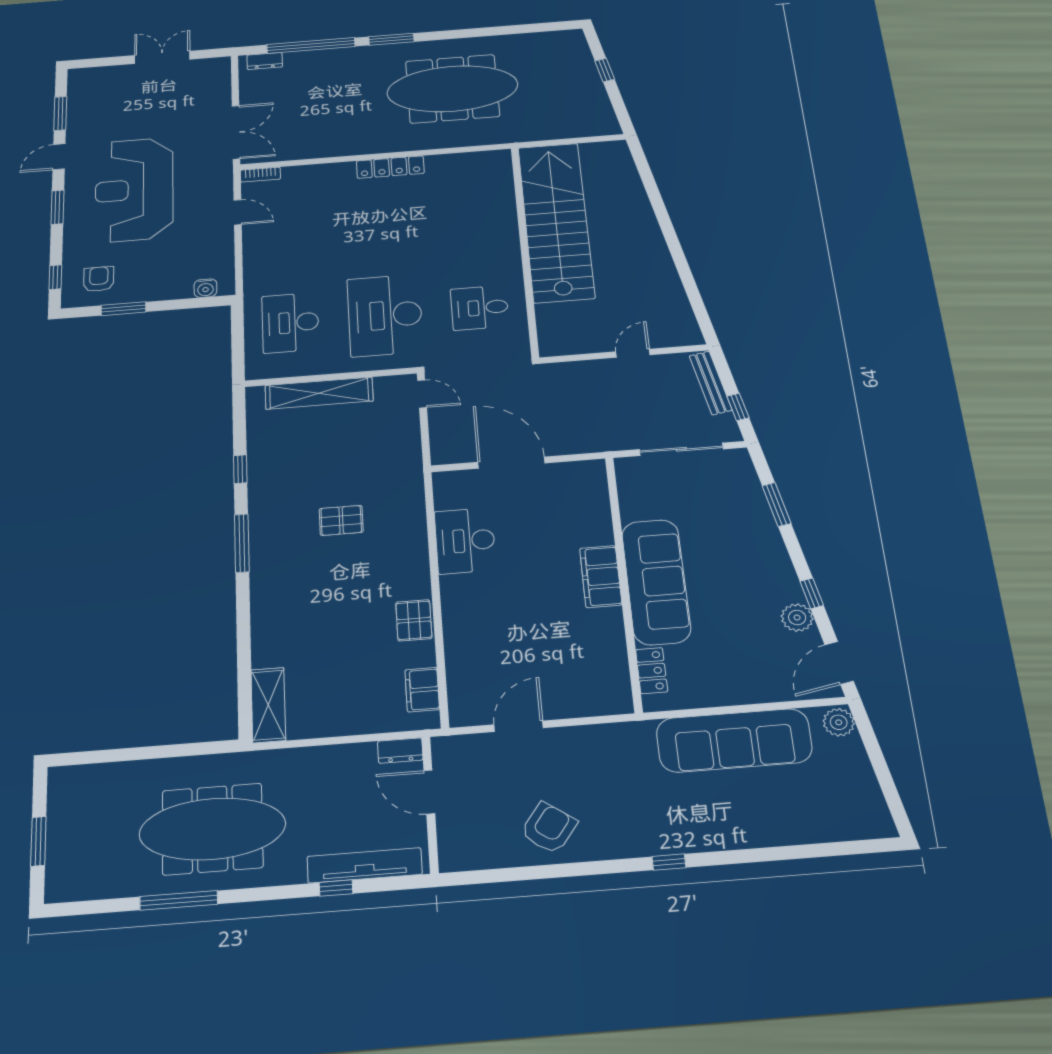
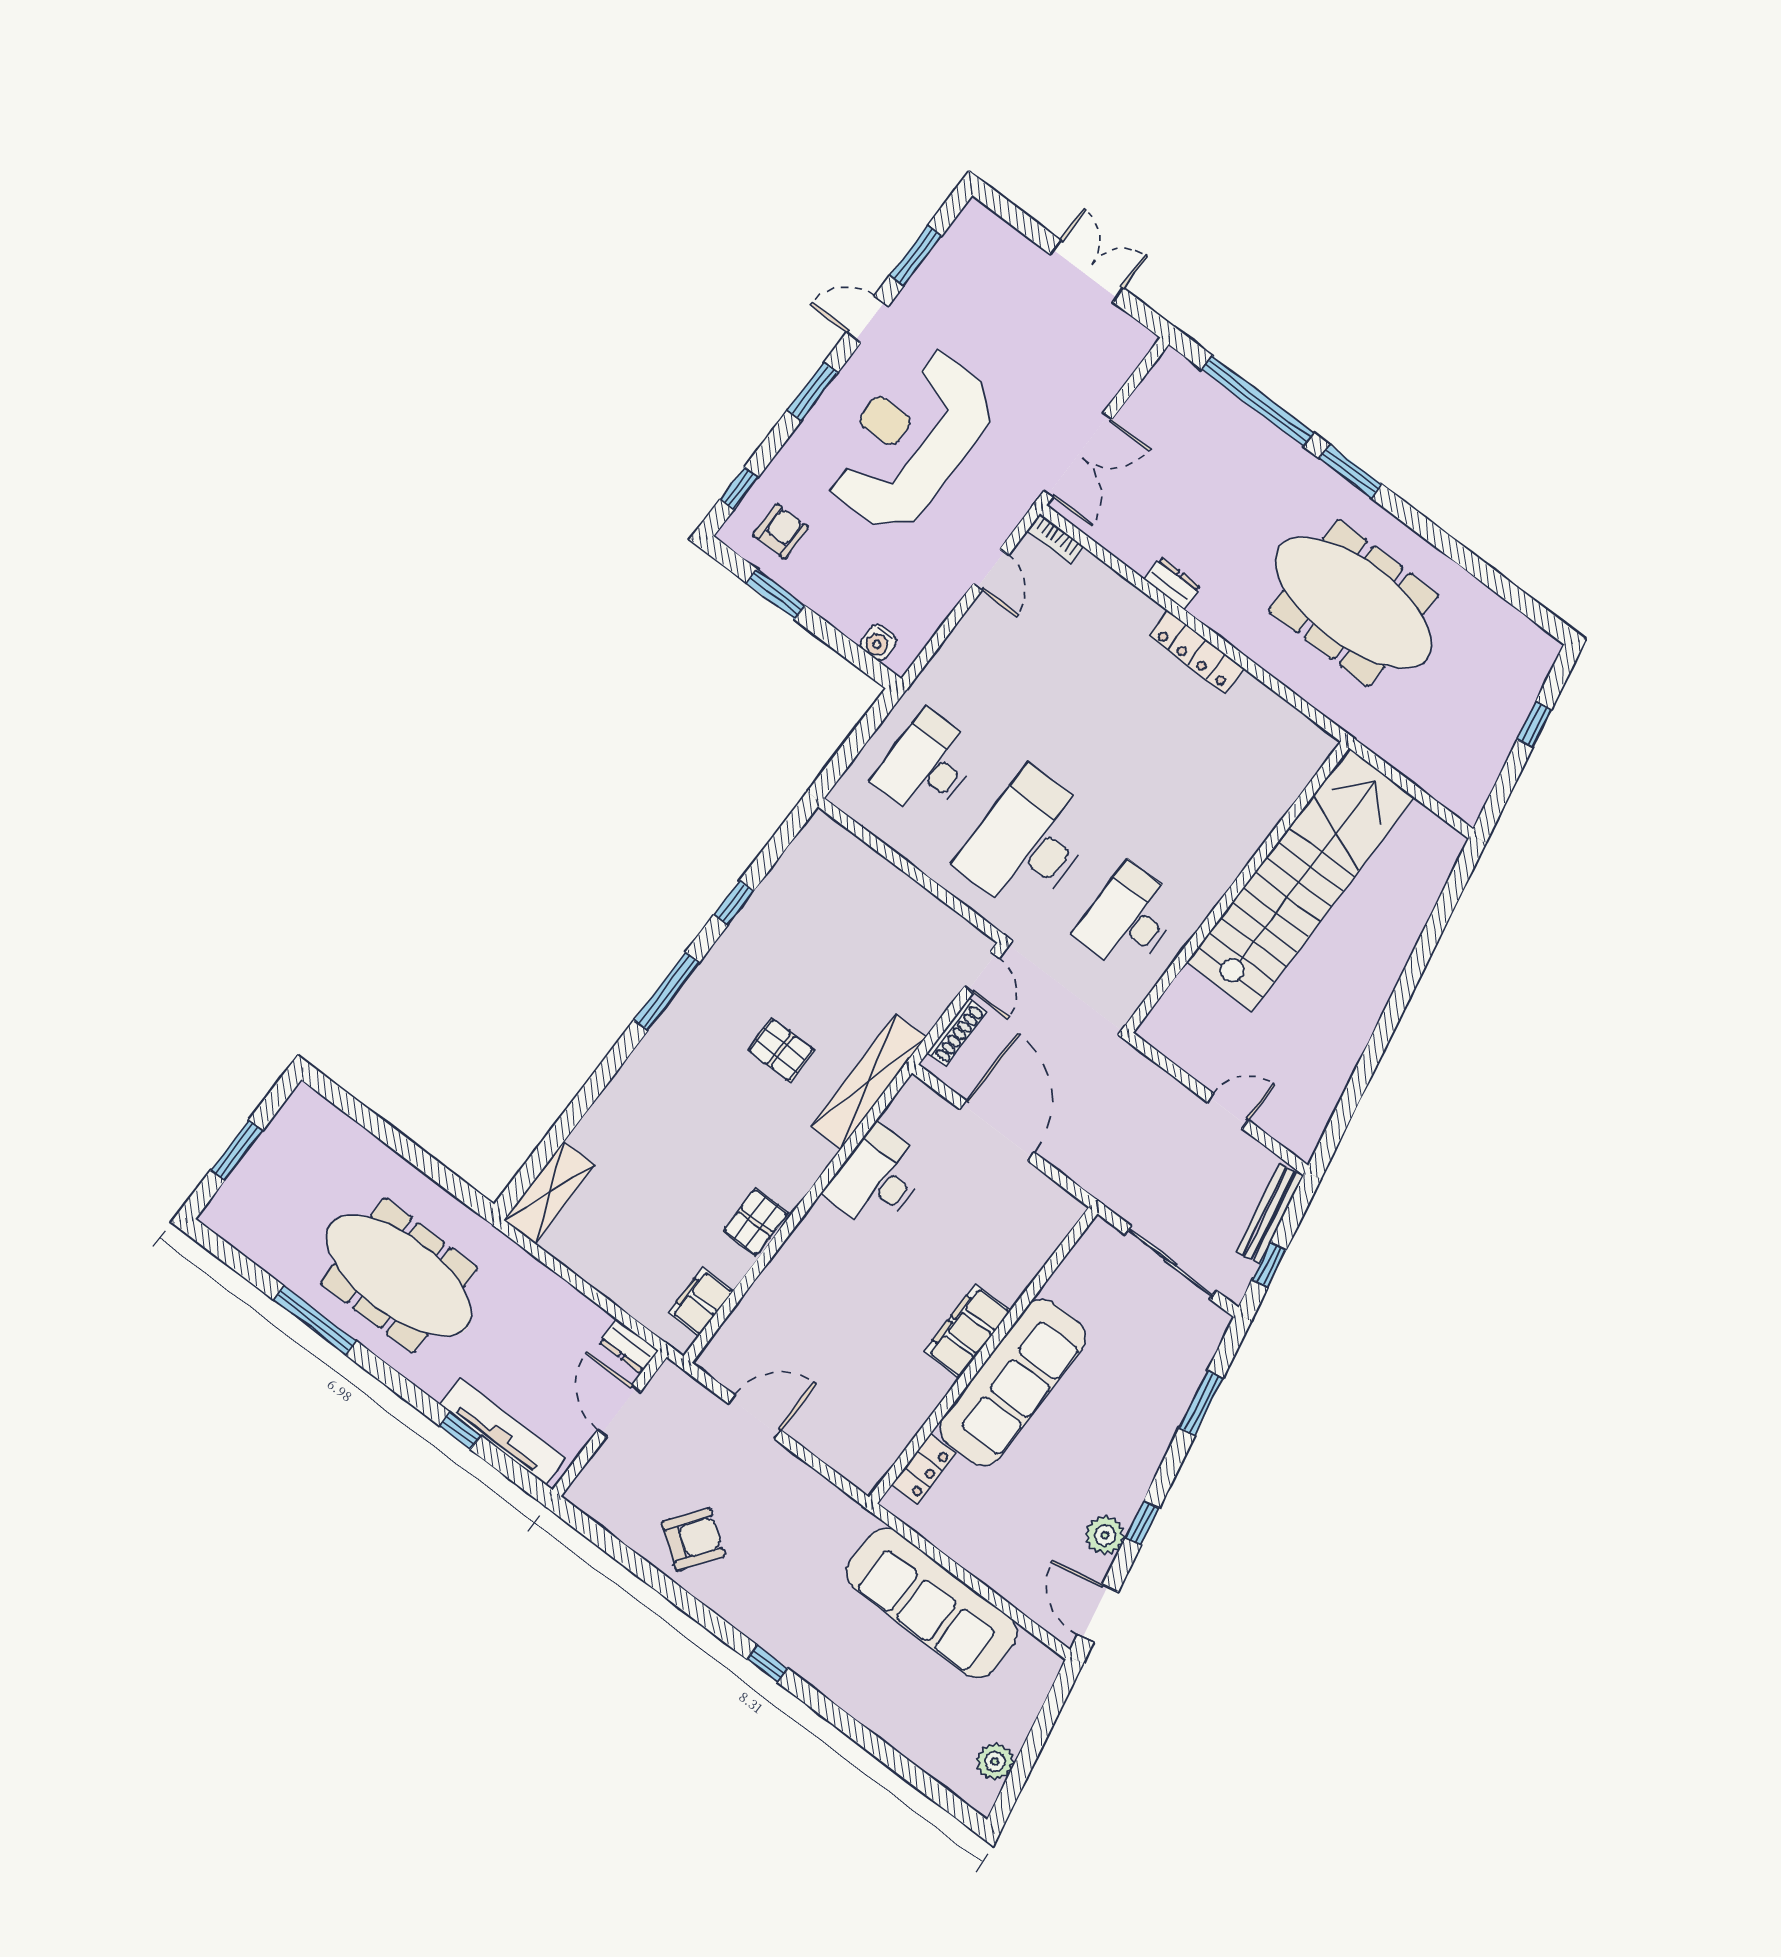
dresser: (265, 61) -> (1172, 583), moved, turned 180
desk: (480, 308) -> (1128, 919), width x1.37
shelving: (319, 393) -> (868, 1081), moved, turned 90
shoe rack: (438, 433) -> (957, 1032), added
door: (839, 663) -> (1098, 1613), hinge flipped
plant: (839, 722) -> (995, 1762), moved

